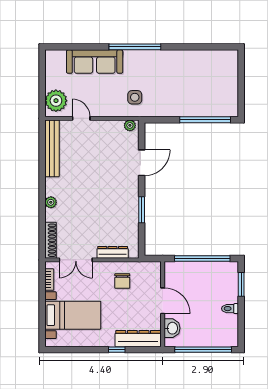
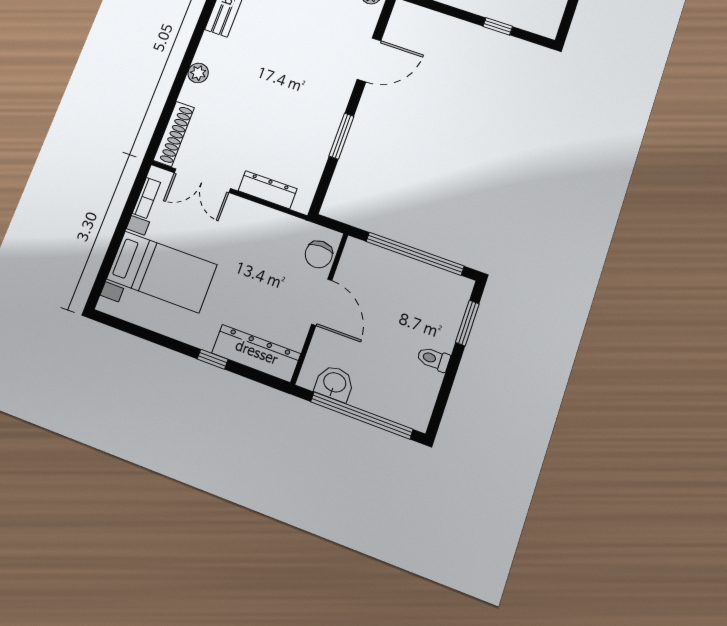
window: (205, 120) -> (498, 26), width x0.32
chair: (122, 281) -> (319, 254), moved
washbasin: (172, 328) -> (334, 383), moved, turned -90

